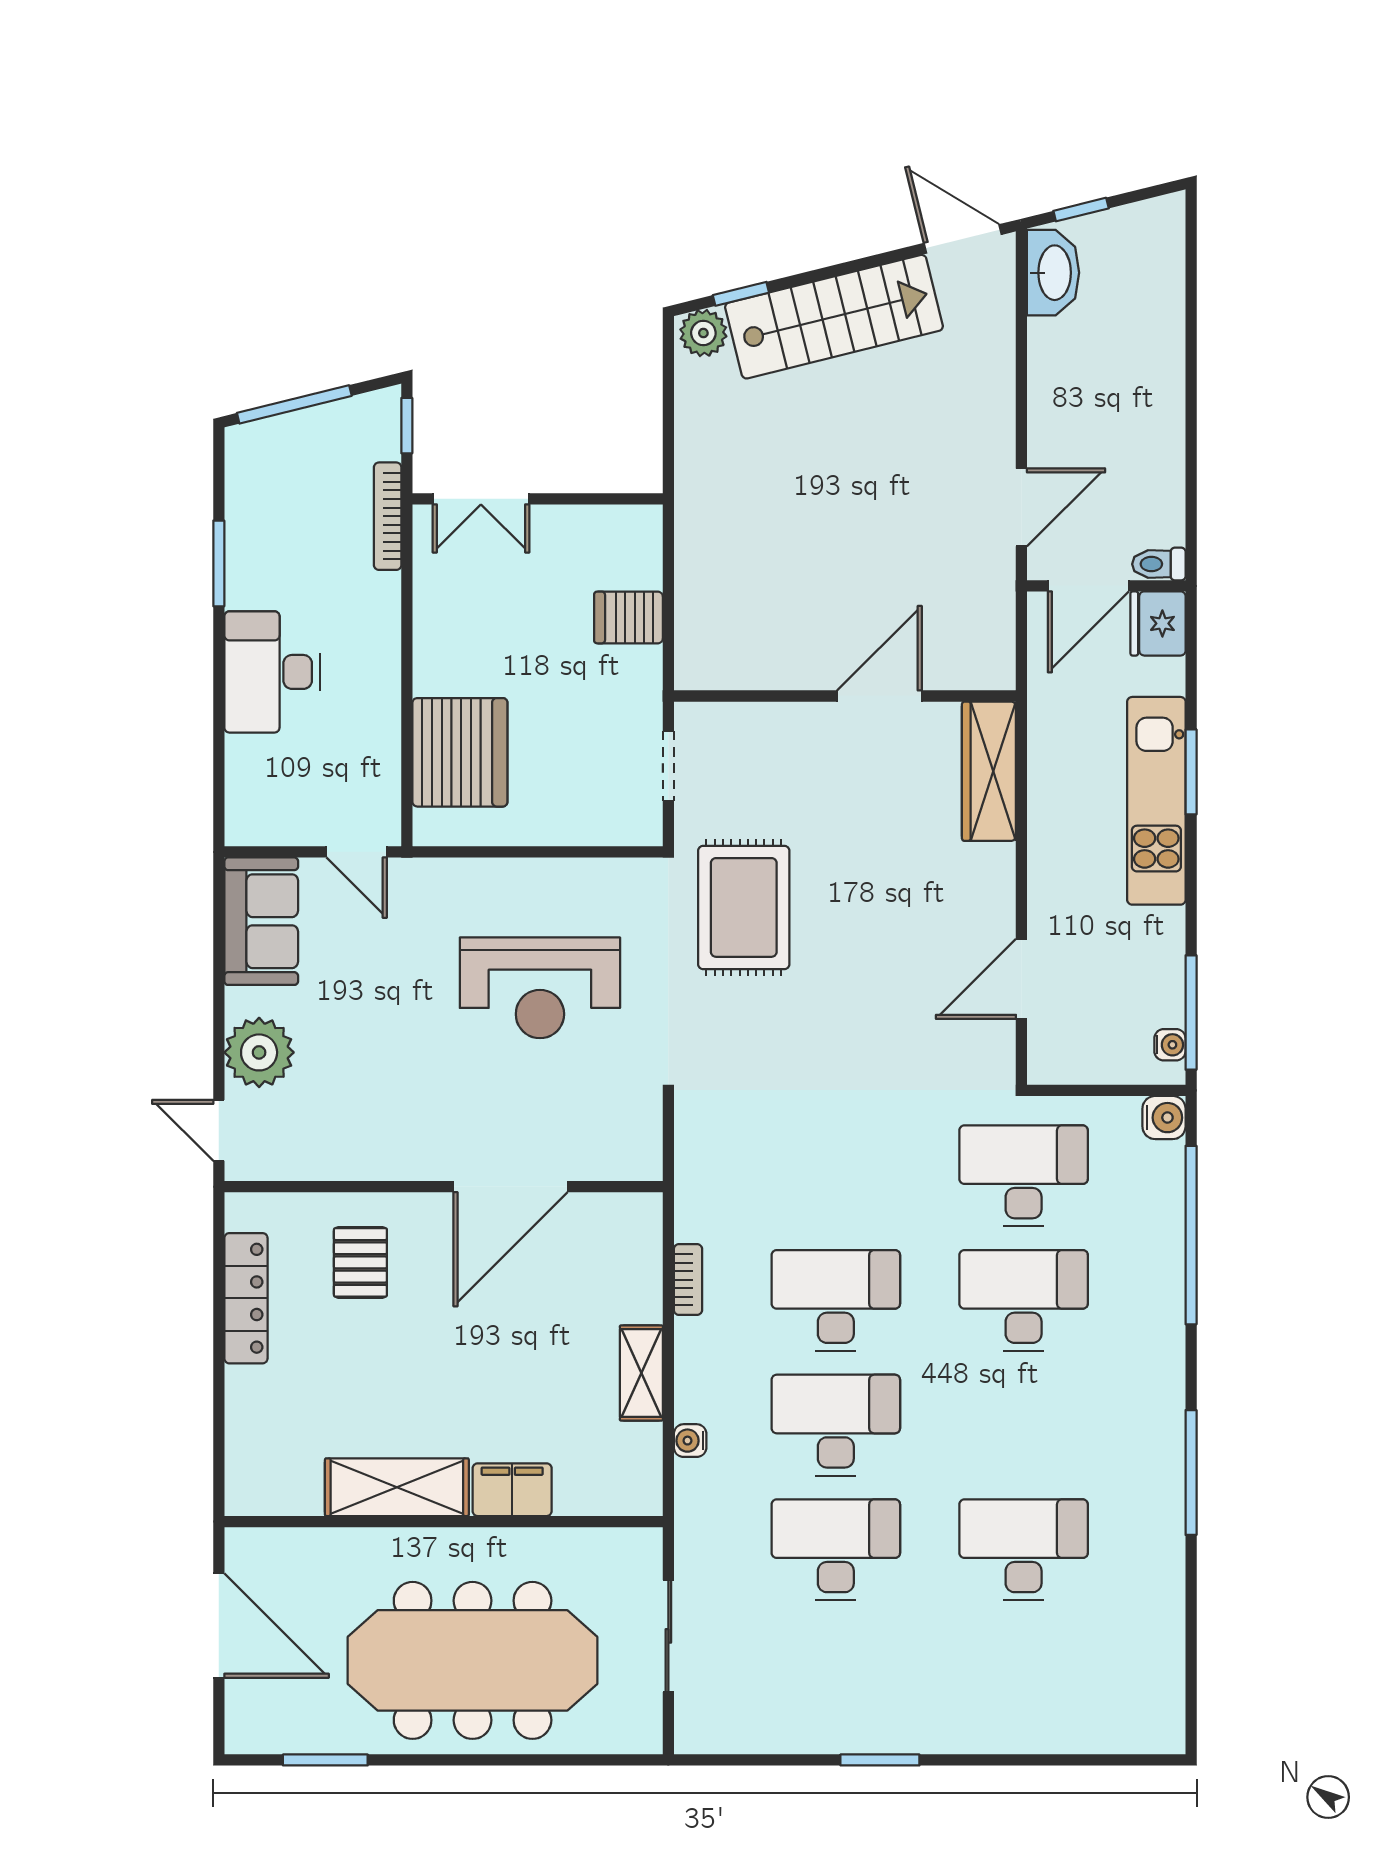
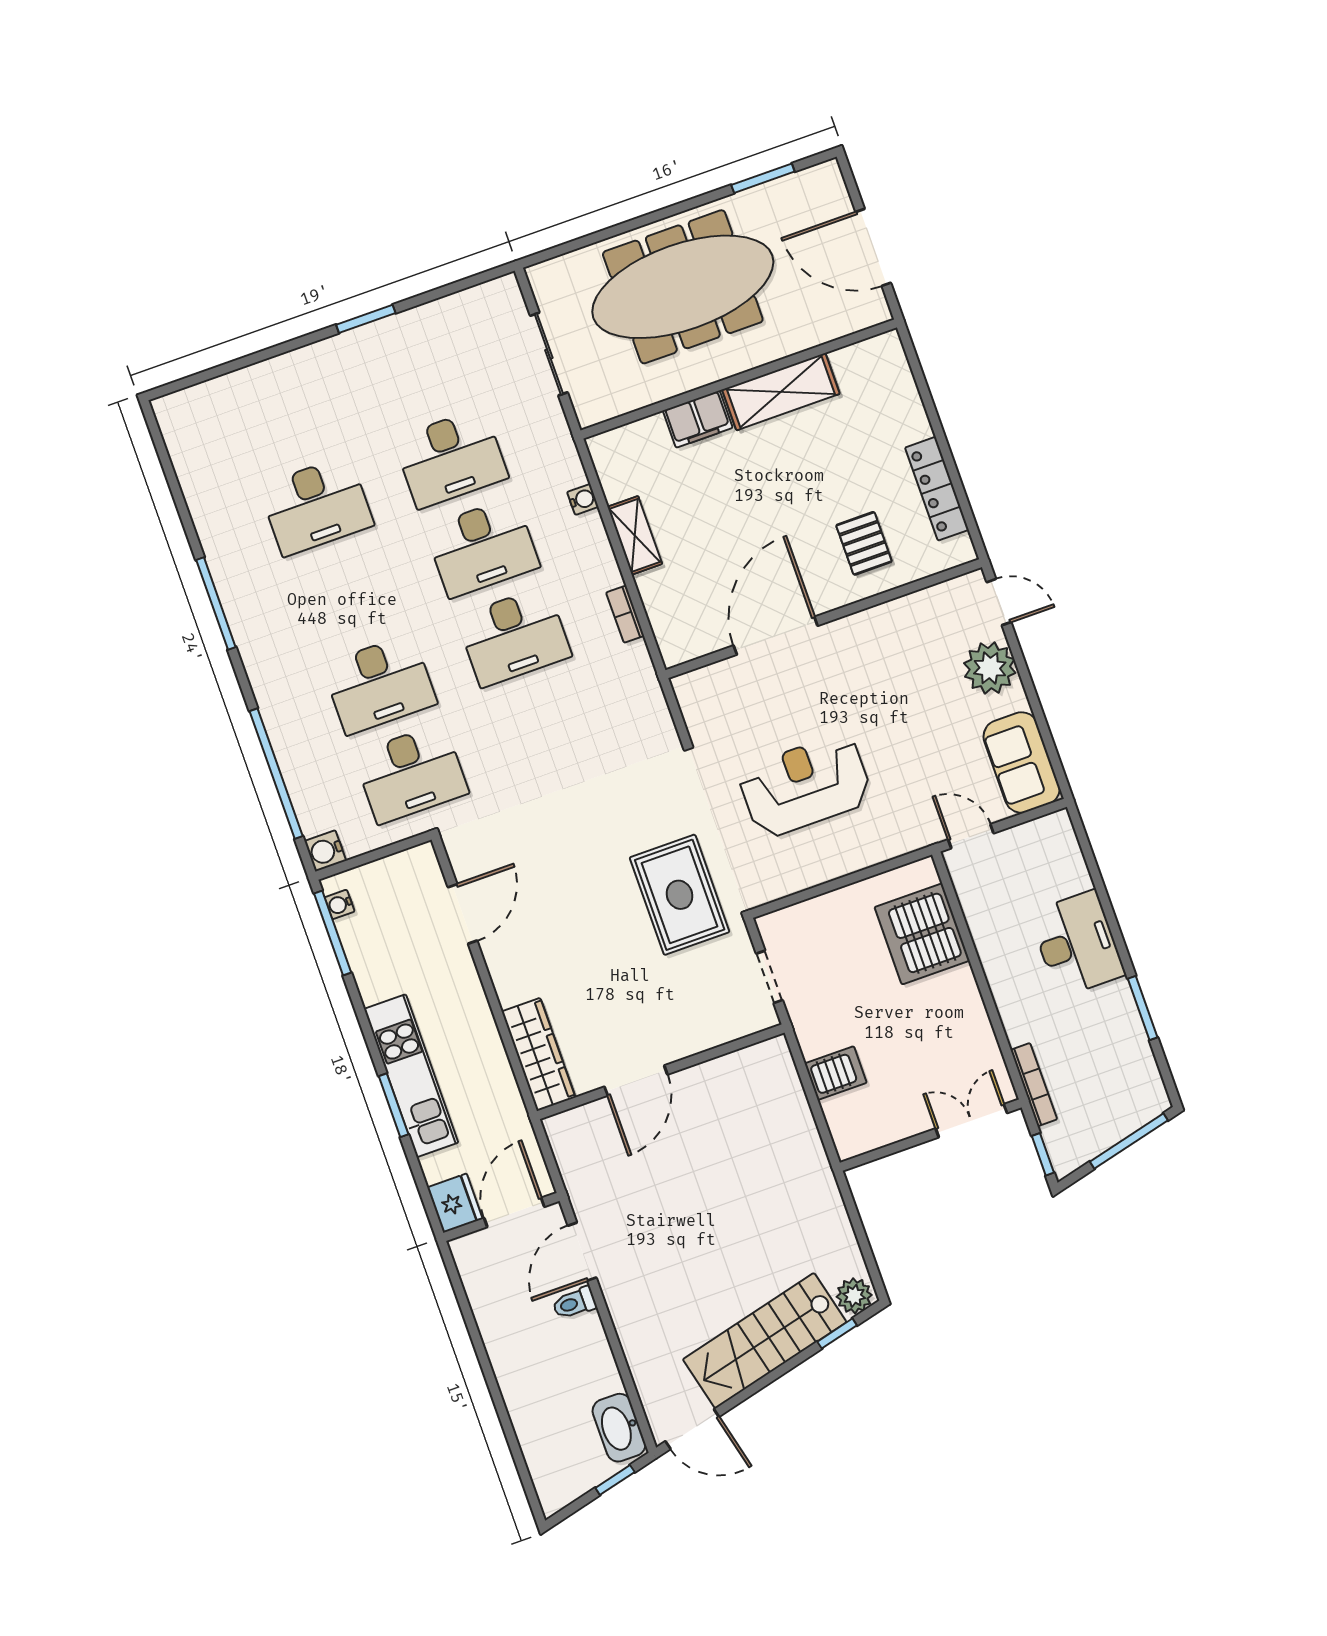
toilet: (1159, 564) -> (574, 1303), moved, turned 180

